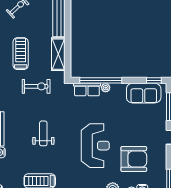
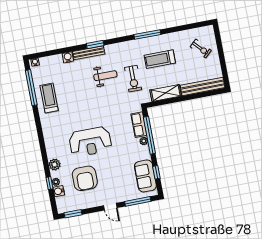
treadmill: (21, 54) -> (160, 59), turned 180
window: (154, 80) -> (156, 172), moved
weight bench: (43, 133) -> (105, 76), moved

